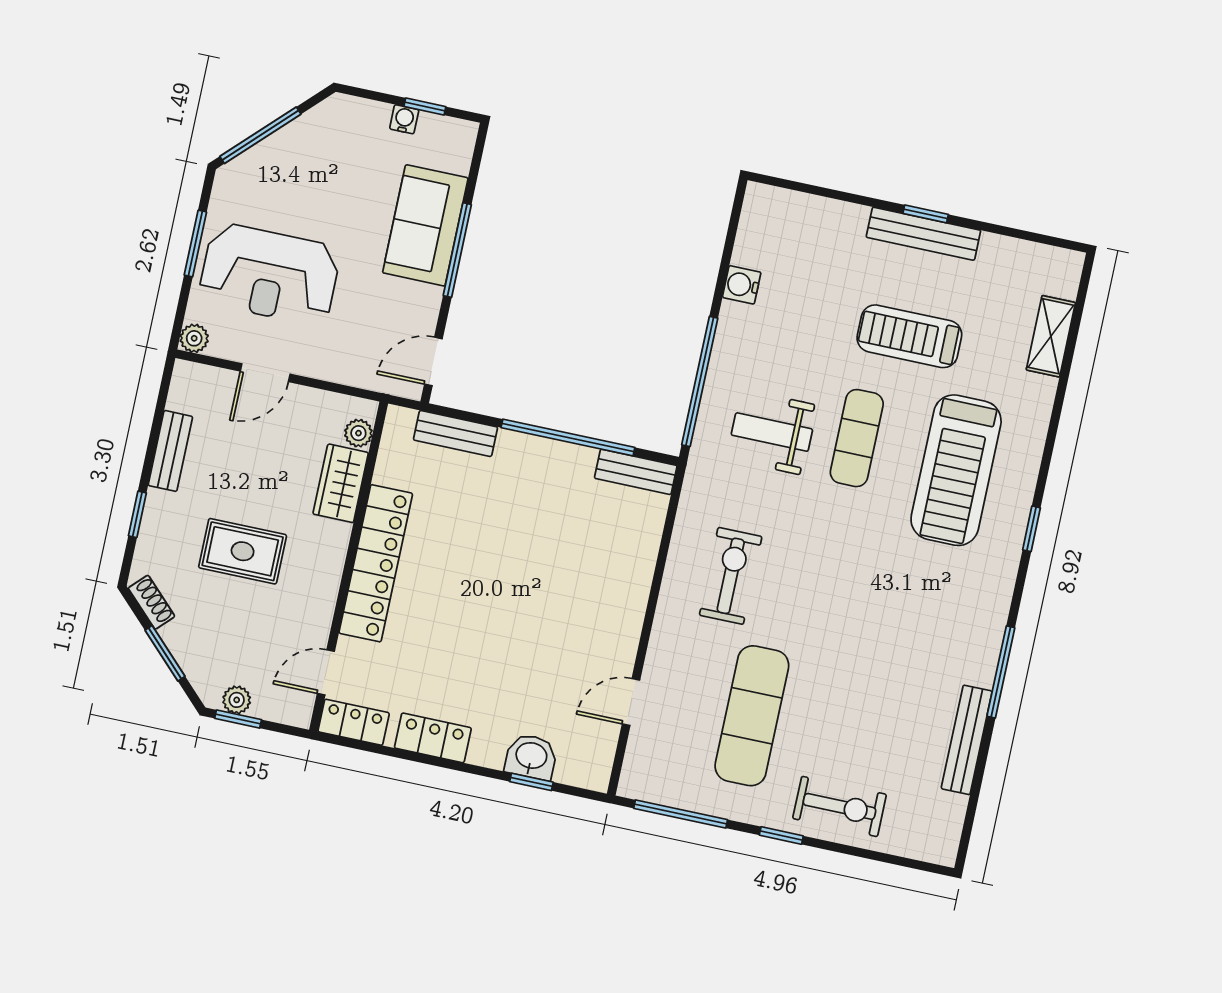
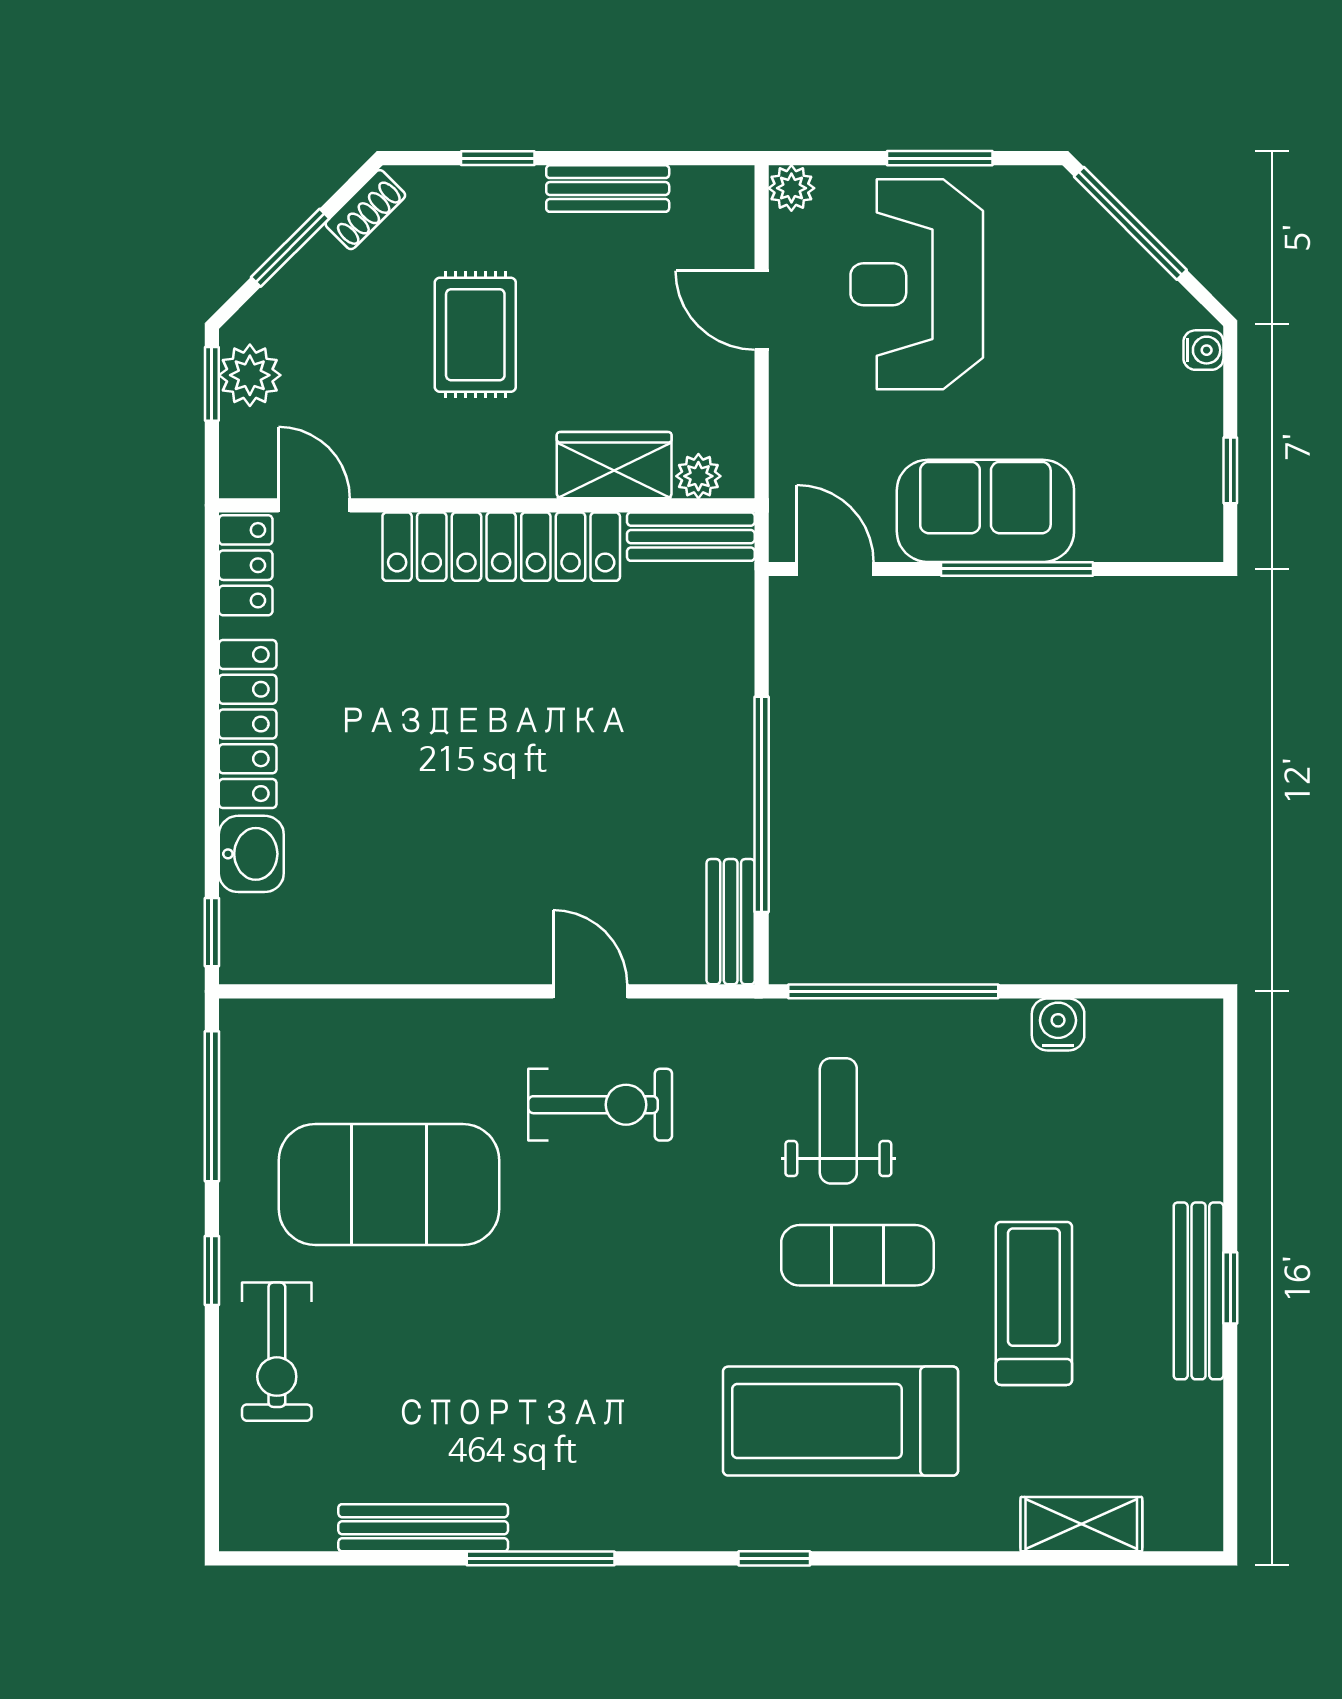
water cooler: (404, 119) -> (1203, 350), moved
sofa: (425, 225) -> (985, 511), moved
bench: (455, 433) -> (691, 537), moved, turned 90
plant: (237, 700) -> (250, 375), width x1.38, depth x1.38
door: (631, 702) -> (590, 991), moved
exercise mat: (752, 716) -> (389, 1185), width x1.47
locker: (433, 738) -> (248, 724), width x1.53
window: (531, 782) -> (212, 932), moved

